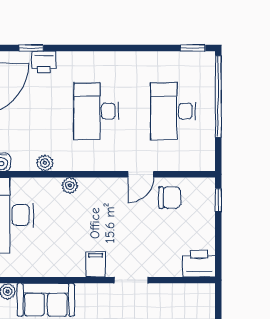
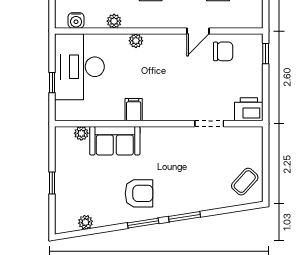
filing cabinet: (96, 264) -> (134, 110), moved
doorway: (131, 280) -> (209, 124), moved

